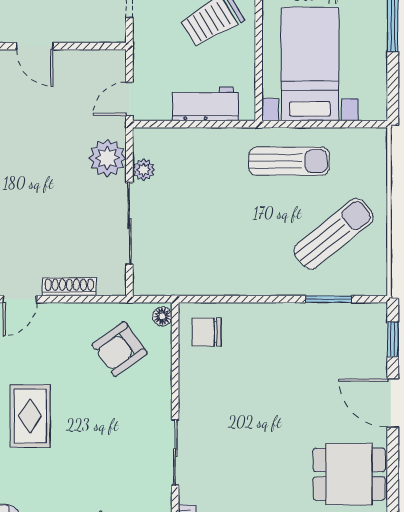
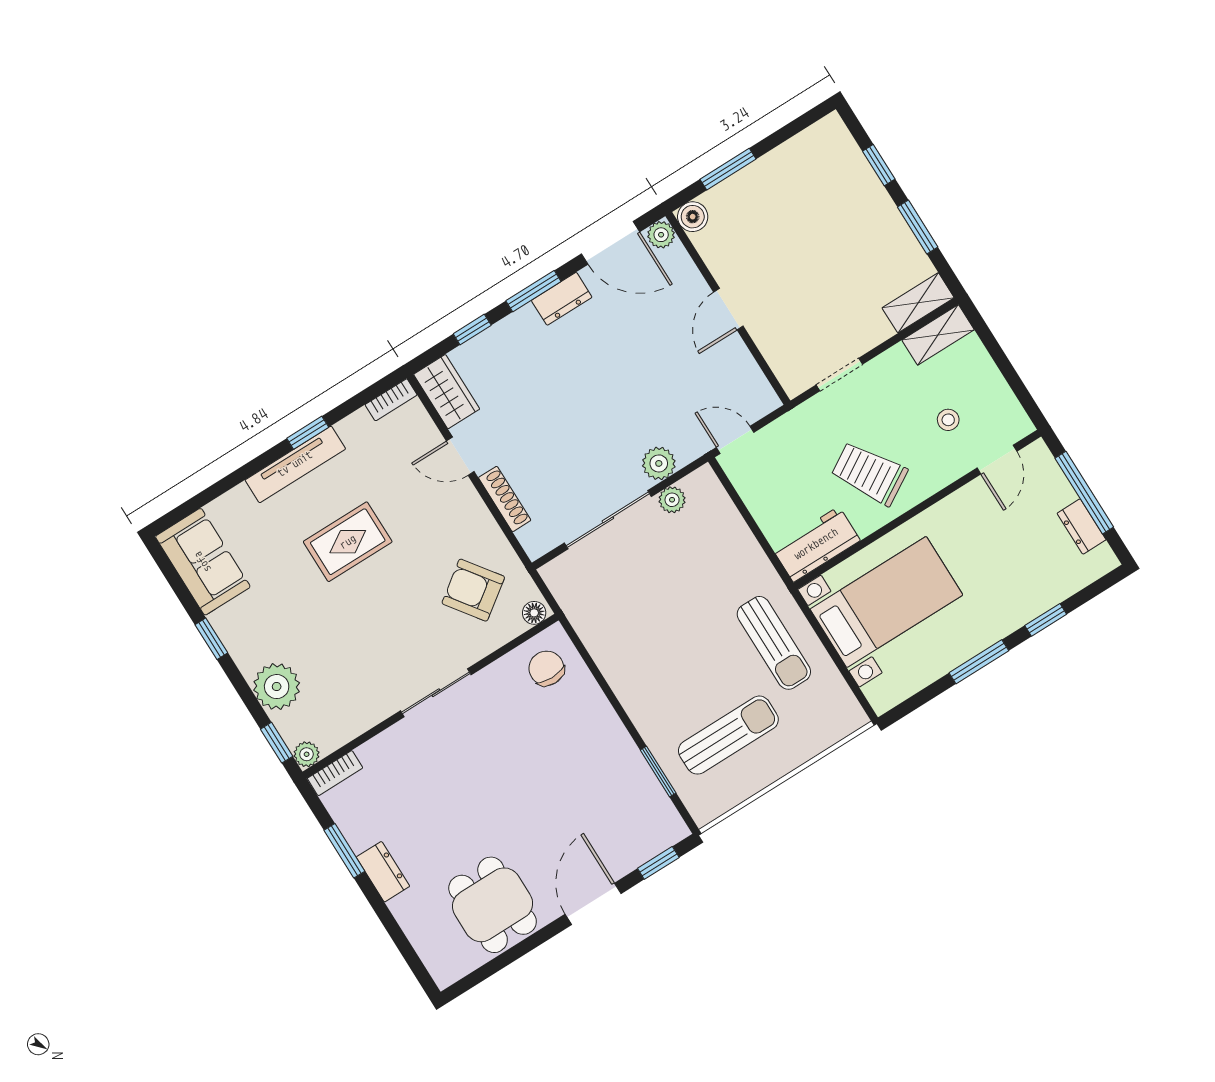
workbench: (205, 104) -> (816, 544), moved, turned -90
plant: (107, 158) -> (659, 463), width x0.73, depth x0.73
sun lounger: (334, 234) -> (728, 735), turned -51
sliding door: (175, 452) -> (436, 693), moved

